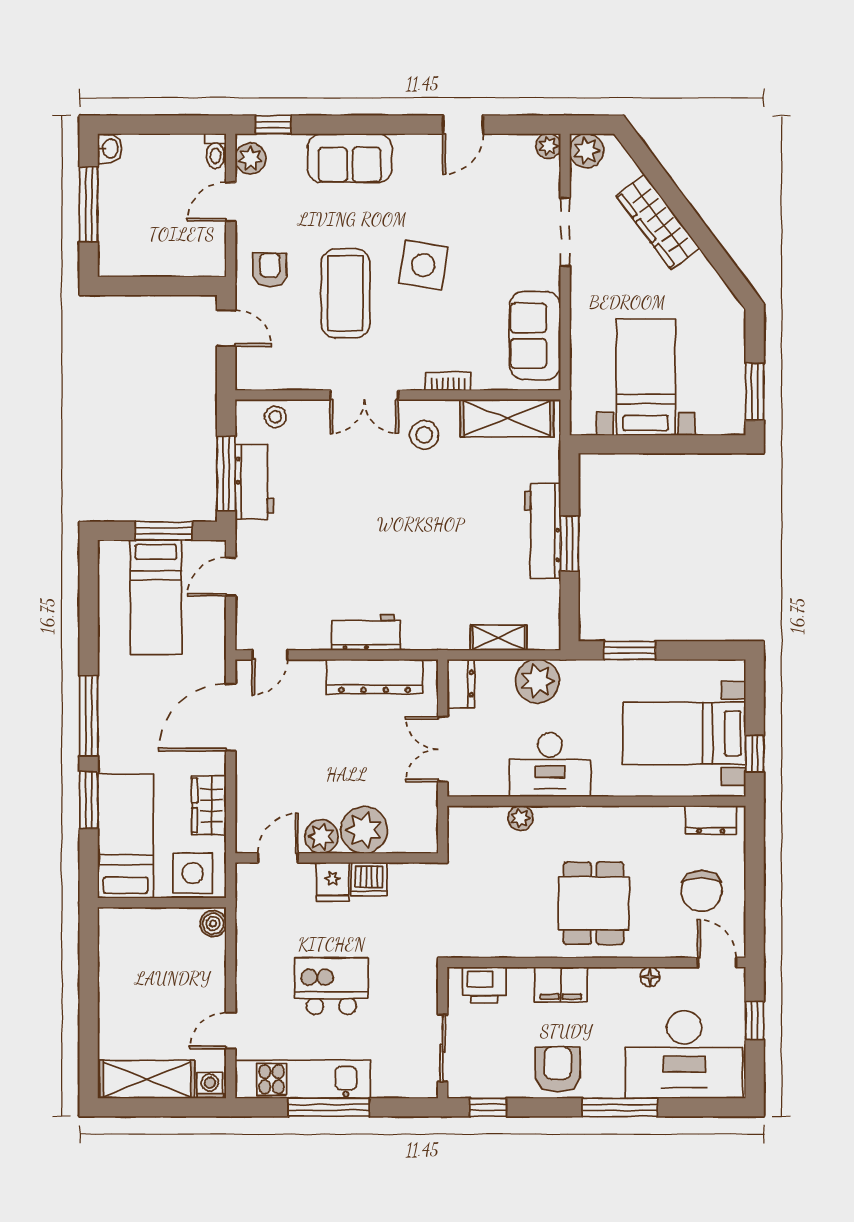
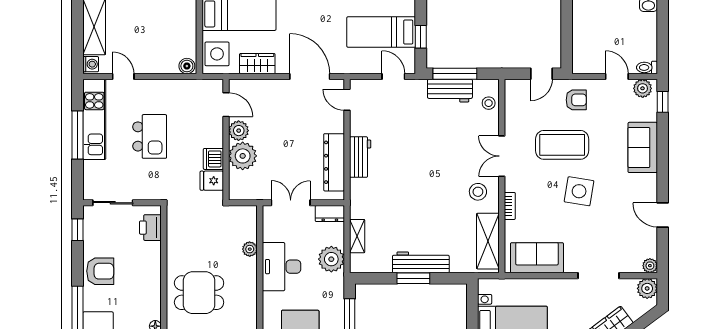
window: (164, 531) -> (421, 37), width x0.67
fridge: (332, 882) -> (212, 181), moved
filing cabinet: (561, 984) -> (151, 273), removed

